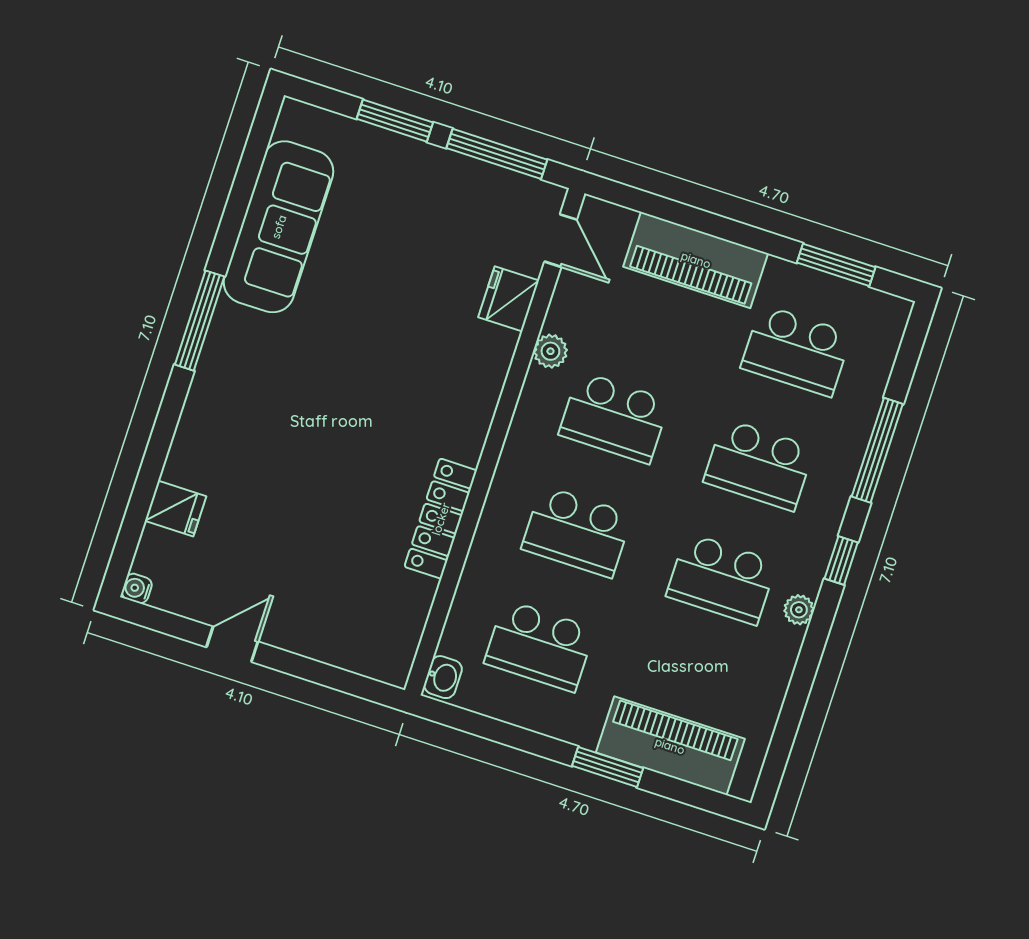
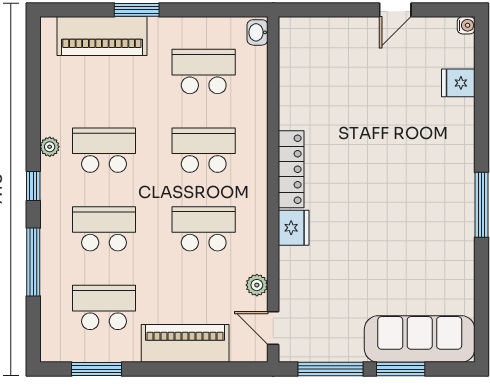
sofa: (279, 227) -> (420, 339), moved, turned 90
fridge: (509, 299) -> (294, 228), moved
plant: (550, 351) -> (257, 285), moved
locker: (441, 519) -> (291, 169), moved

